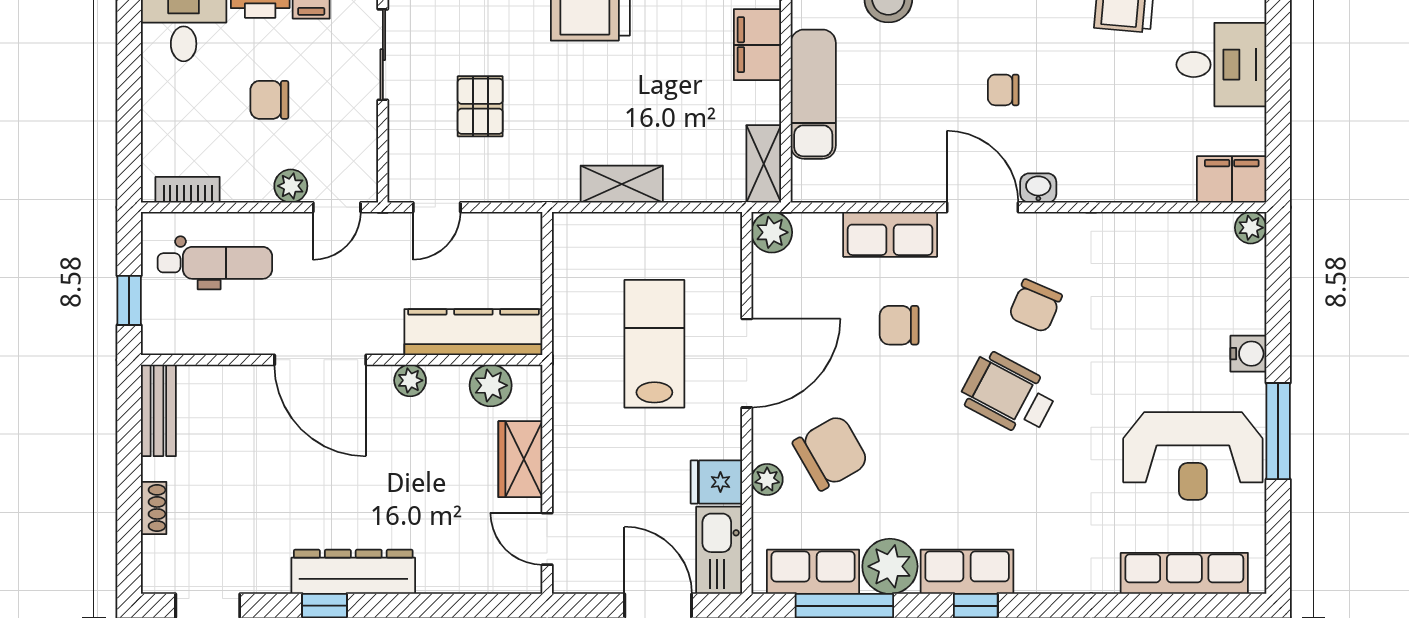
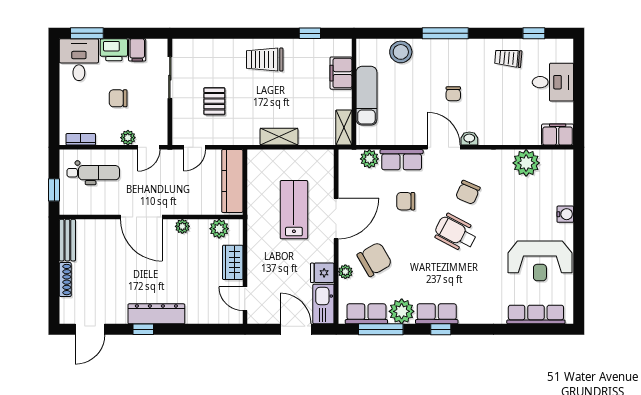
chair: (1003, 90) -> (453, 94), turned -90
plant: (1251, 228) -> (526, 163), moved, width x1.88, depth x1.88
plant: (772, 232) -> (369, 159), moved
kitchen counter: (473, 332) -> (232, 181), moved, turned -90
window: (1278, 431) -> (579, 250), removed
shoe rack: (154, 508) -> (65, 280), width x1.43

